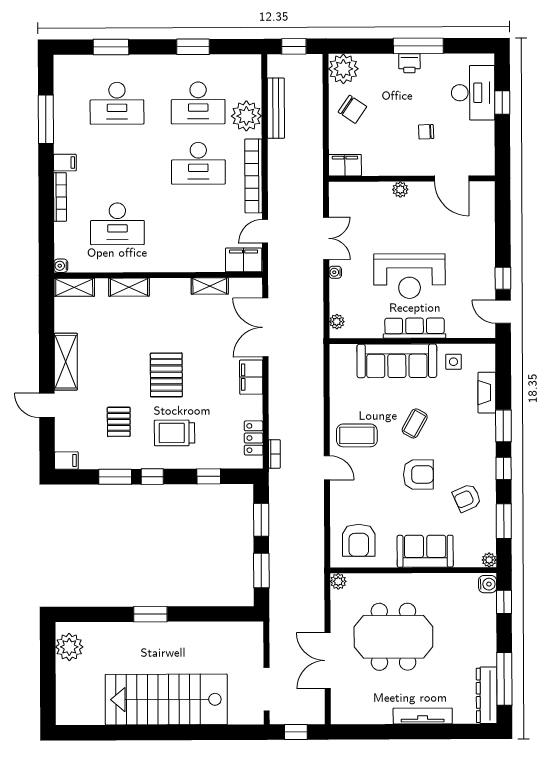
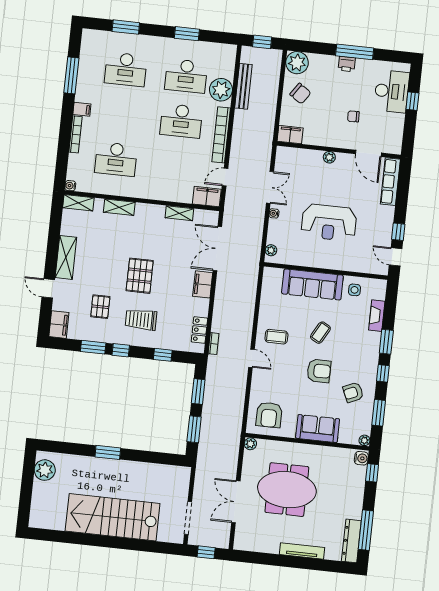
row of seats: (415, 328) -> (390, 182), moved, turned -90
coffee table: (357, 435) -> (276, 337), width x0.73, depth x0.77
filing cabinet: (66, 460) -> (59, 325), width x2.00

